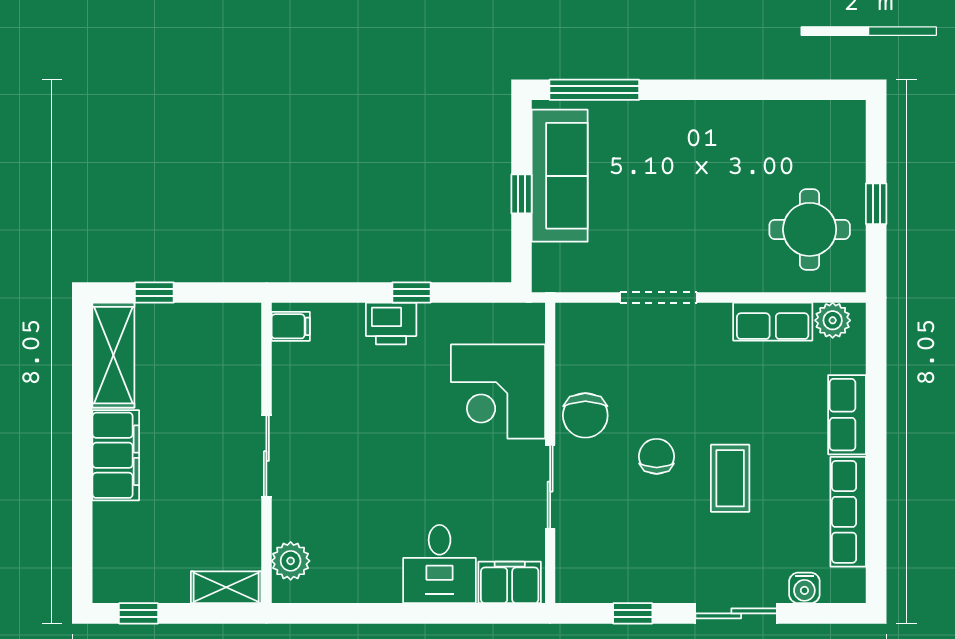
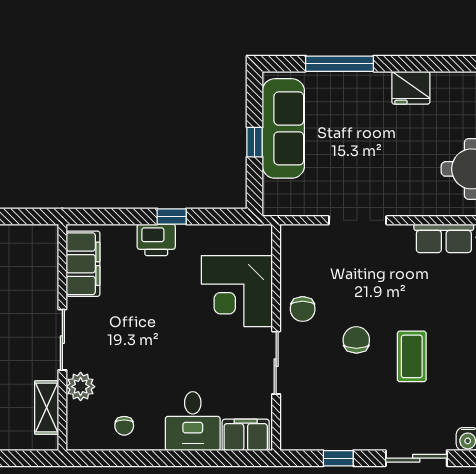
window: (594, 90) -> (340, 64), moved
fridge: (729, 122) -> (411, 88), added
filing cabinet: (291, 326) -> (83, 264), width x3.00, depth x1.17
chair: (585, 415) -> (303, 309), width x0.73, depth x0.73
plant: (291, 561) -> (81, 387), moved
chair: (348, 570) -> (124, 426), added
shelving: (226, 587) -> (47, 407), moved, turned 90

